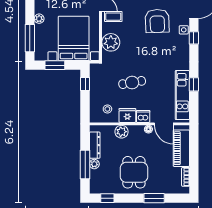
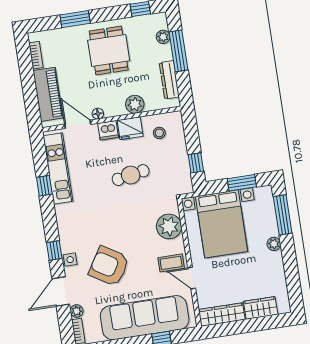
armchair: (157, 21) -> (109, 266), turned -56
plant: (94, 164) -> (163, 37), moved

